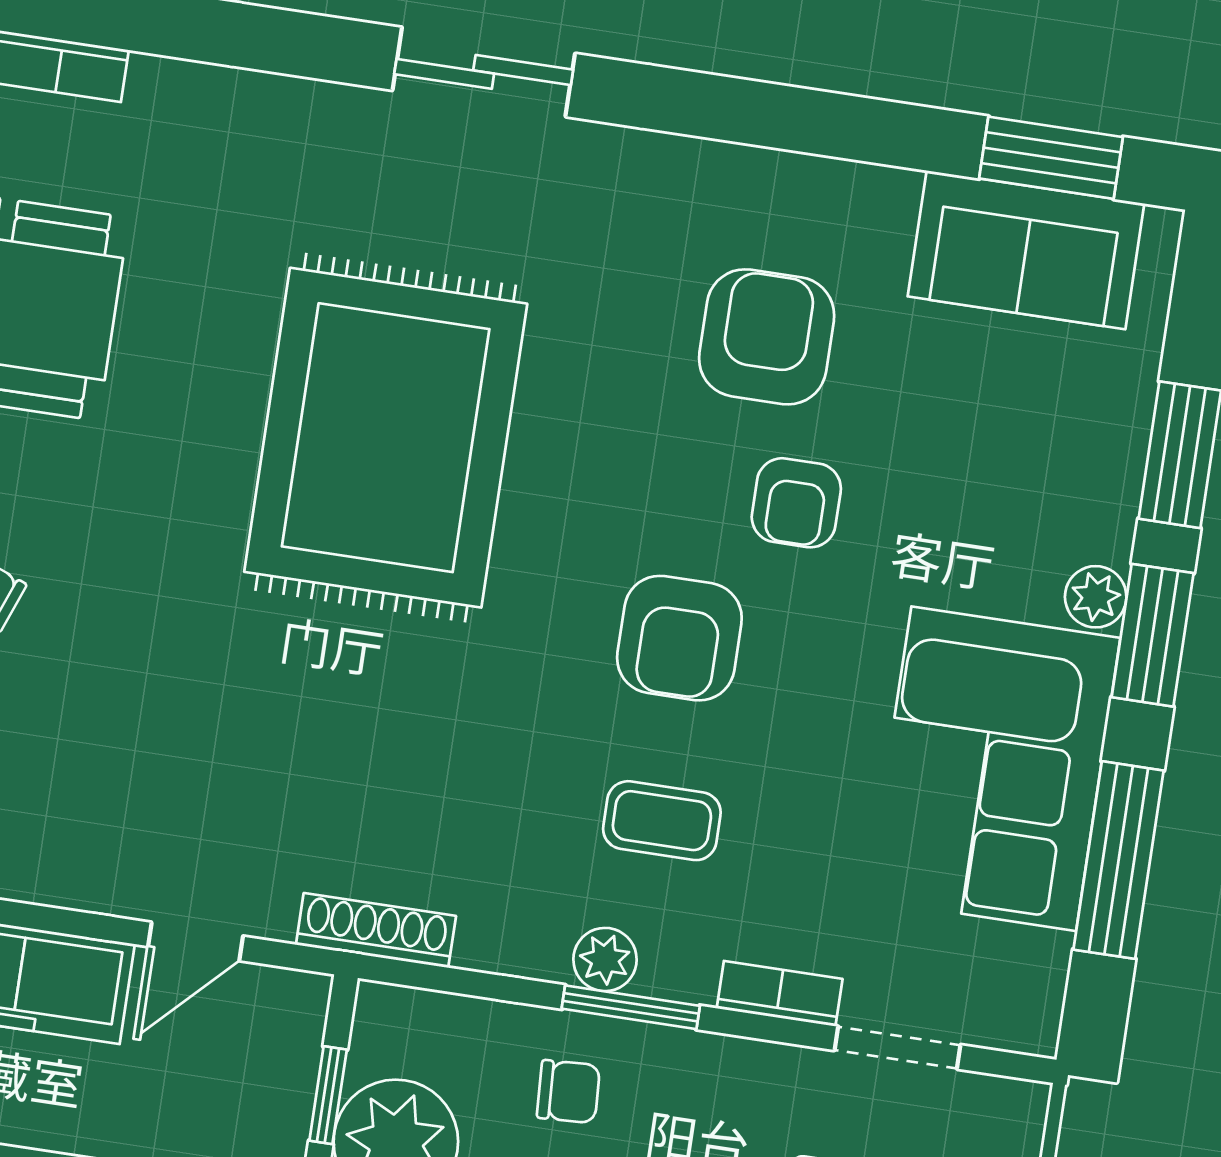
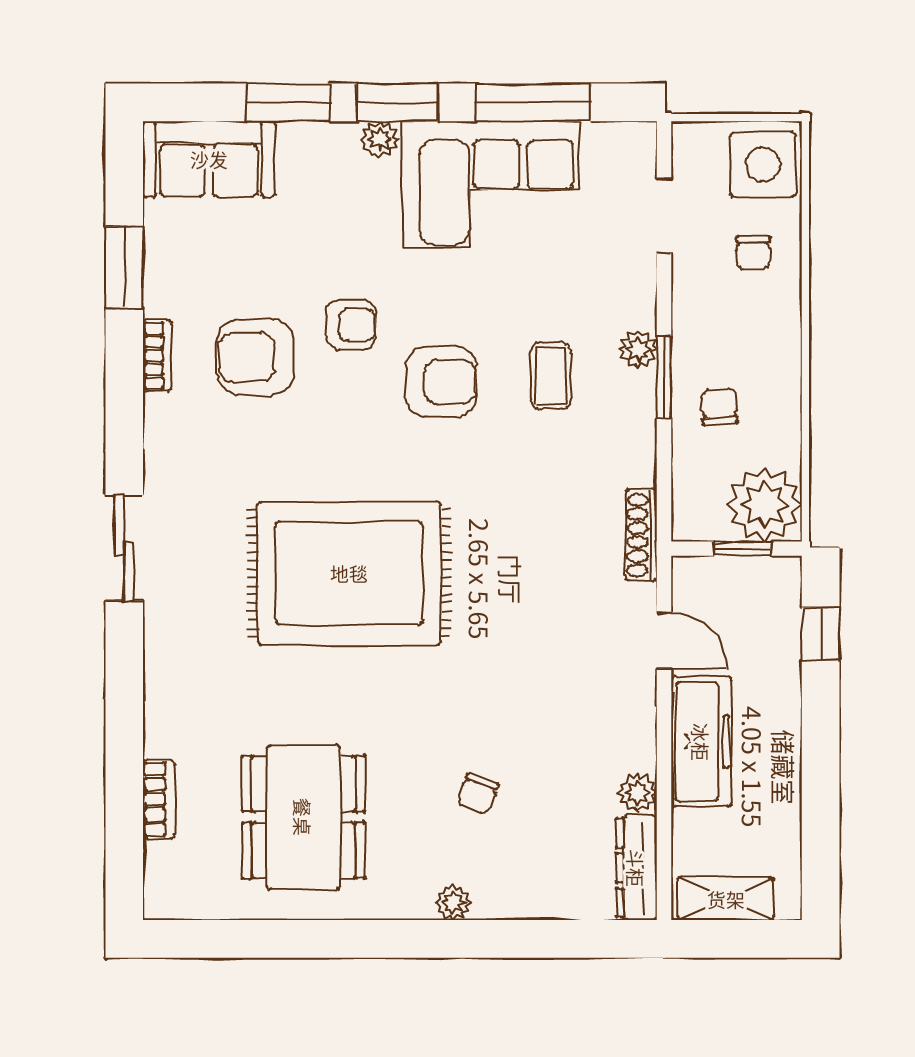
window: (1051, 158) -> (124, 267), moved
sofa: (1026, 250) -> (209, 159), moved, turned 90
plant: (605, 960) -> (638, 349), moved
bookcase: (780, 994) -> (157, 356), moved, turned 180

